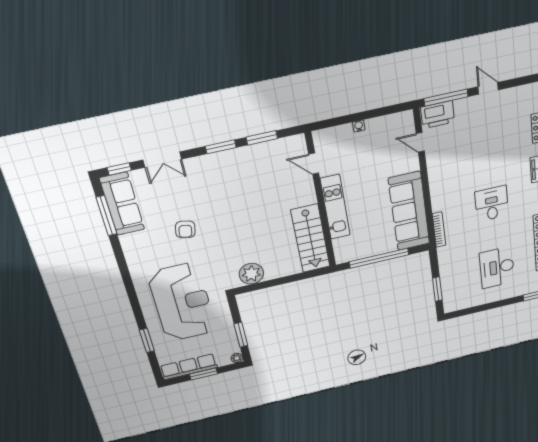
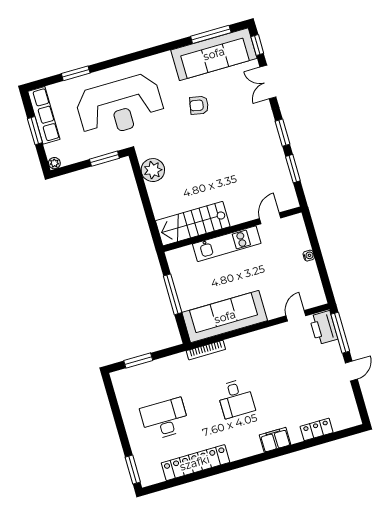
sofa: (122, 204) -> (214, 54), width x1.36, depth x1.27
desk: (492, 204) -> (236, 399), turned 90
window: (379, 258) -> (173, 294), width x0.68
window: (241, 335) -> (104, 159), moved

